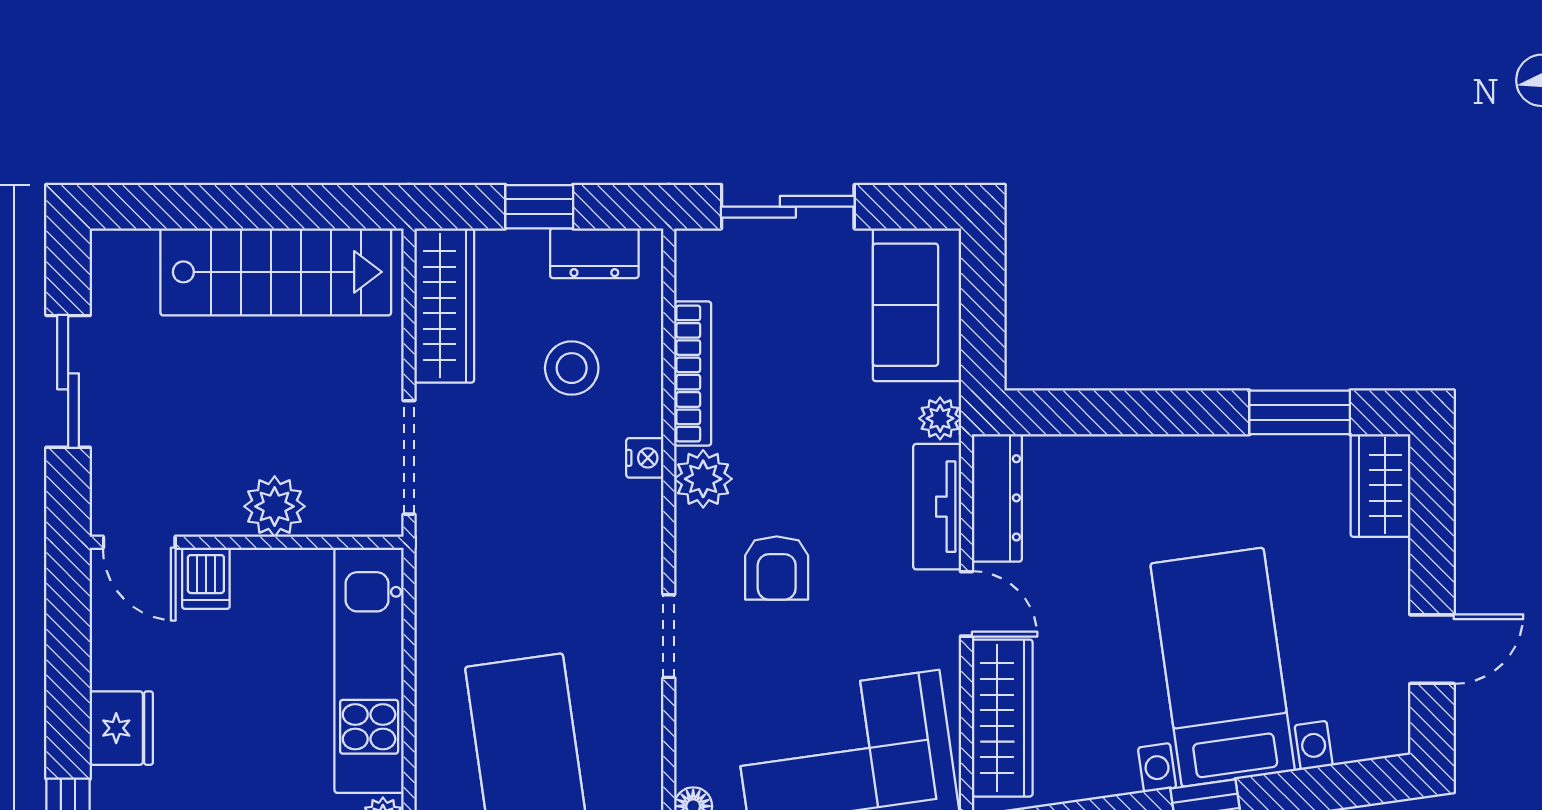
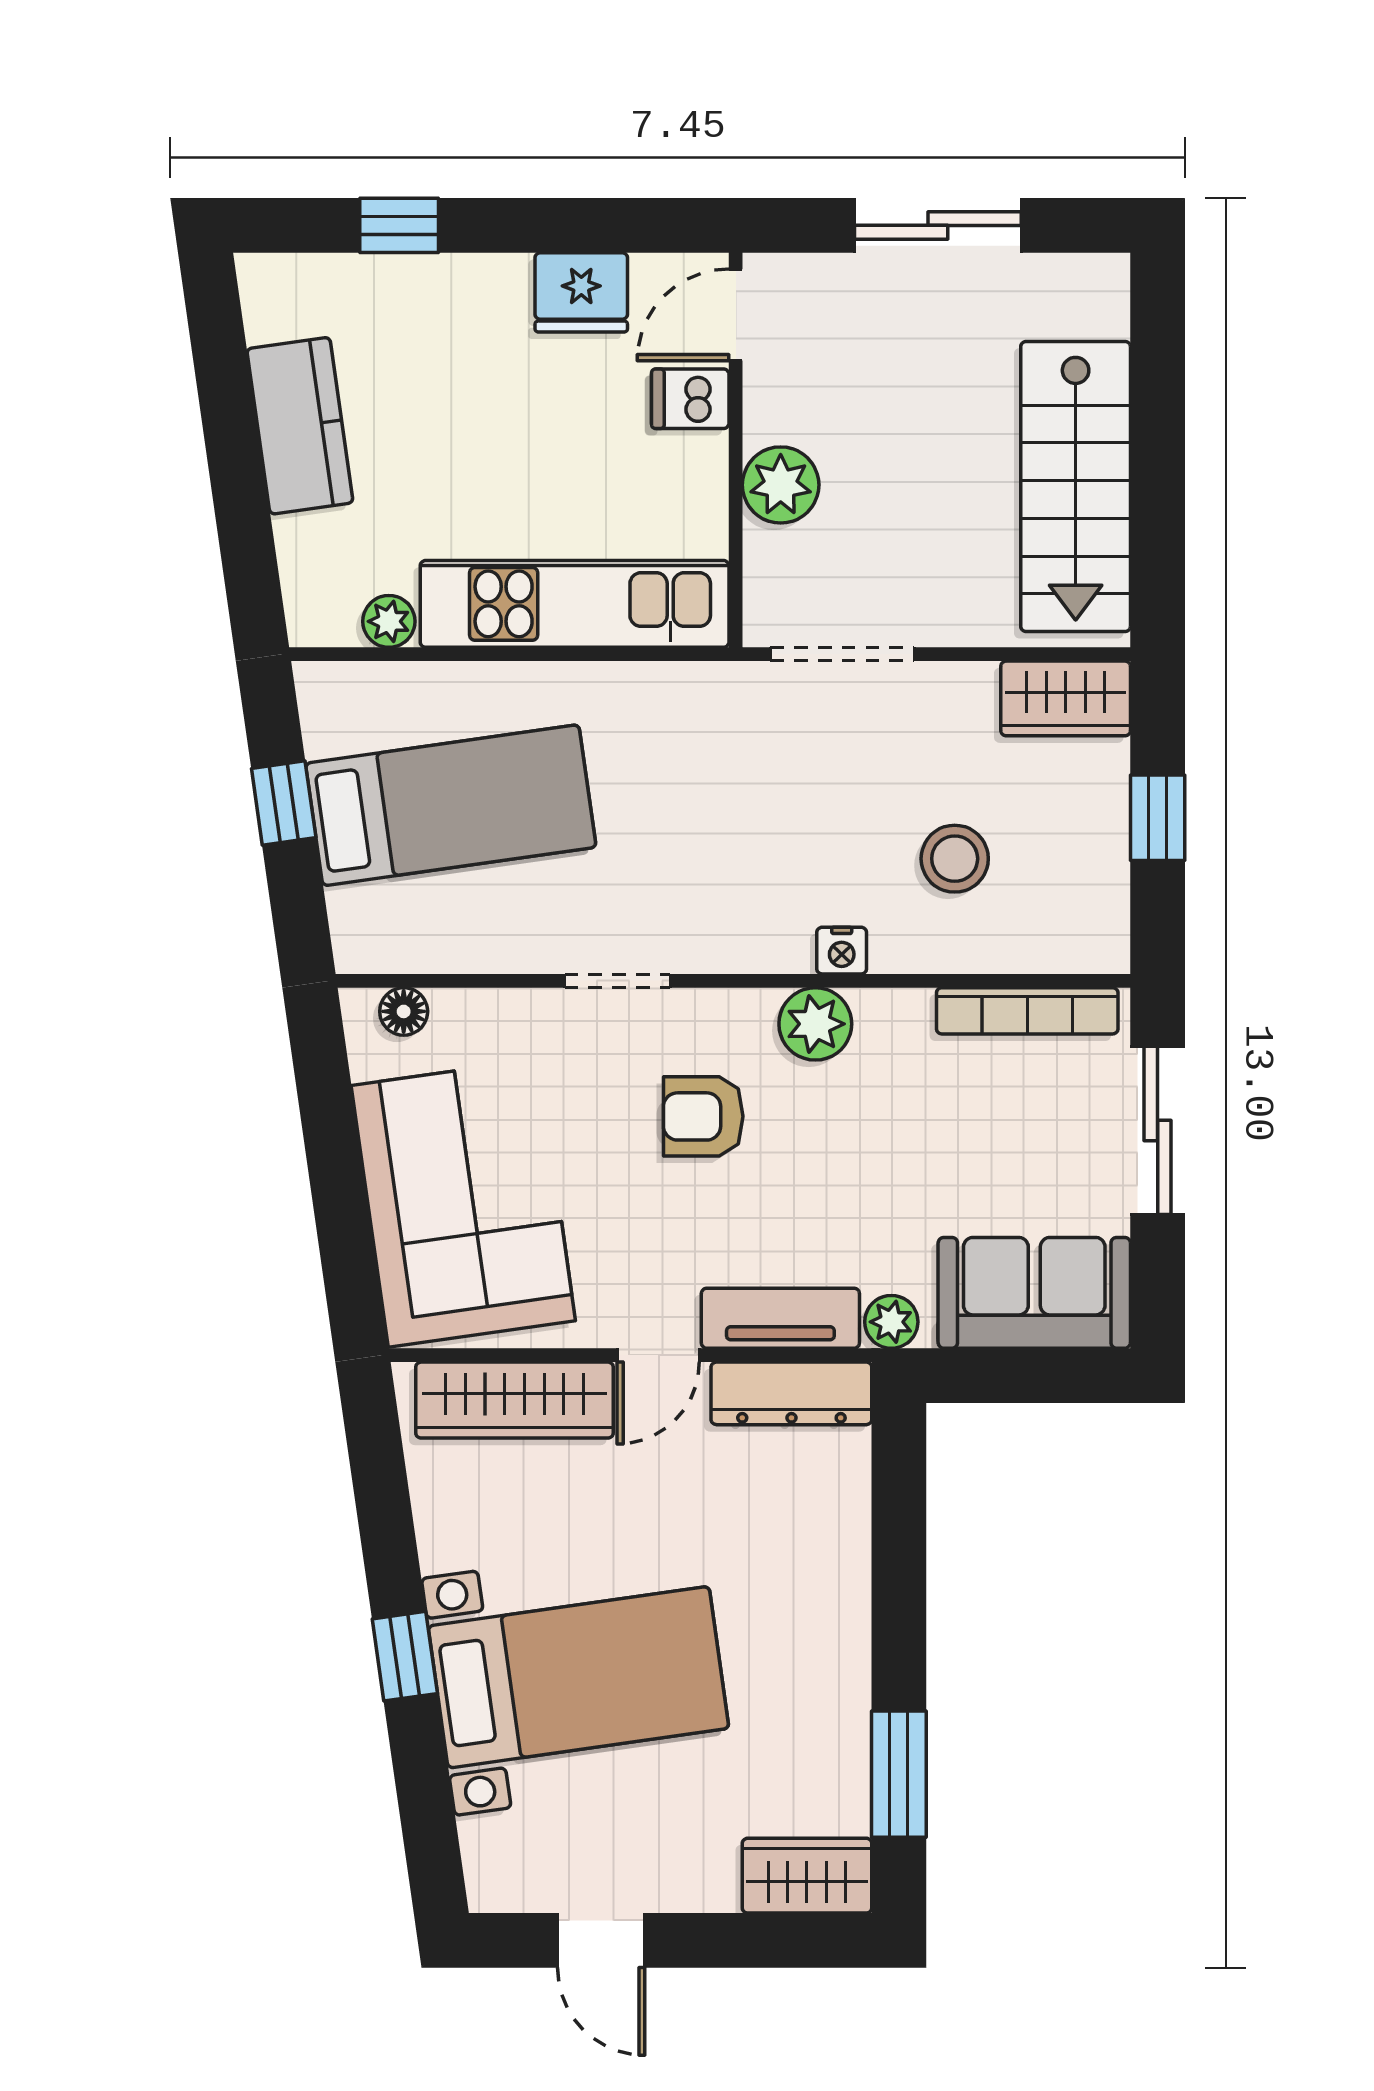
dresser: (594, 253) -> (1099, 887), removed
wardrobe: (444, 306) -> (1066, 698), width x0.67
bookcase: (693, 374) -> (1027, 1011), moved
fridge: (121, 728) -> (581, 292), moved

